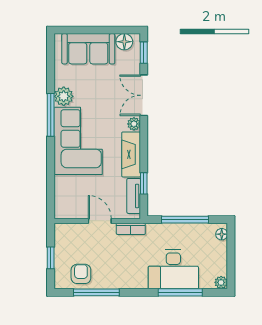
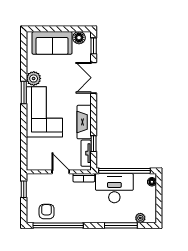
window: (51, 115) -> (24, 92), width x0.69
plant: (134, 124) -> (86, 99), removed
window: (185, 220) -> (124, 171), width x1.46
window: (51, 258) -> (24, 189), moved
desk: (173, 269) -> (114, 188), moved, turned 180
plant: (221, 282) -> (140, 218), moved
window: (96, 292) -> (58, 225), width x1.46

